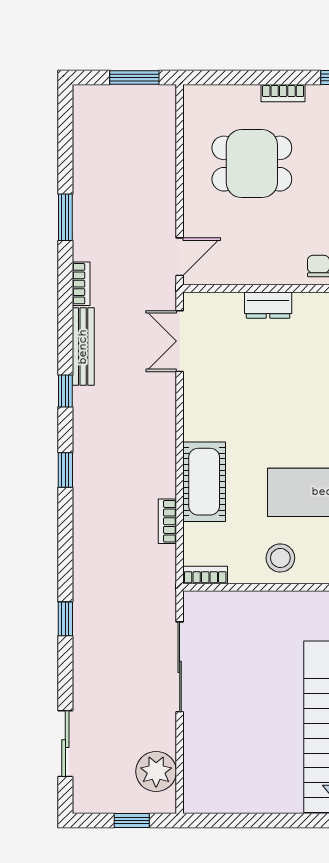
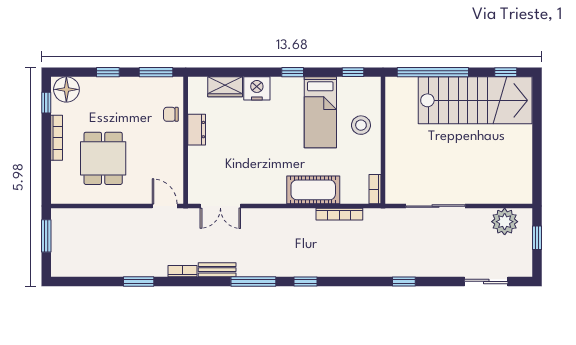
bookcase: (283, 93) -> (57, 138), width x1.56
dresser: (268, 305) -> (197, 130), moved
bench: (83, 347) -> (217, 270), width x0.73
window: (65, 391) -> (253, 281), width x2.17
bookcase: (167, 521) -> (339, 214), width x1.56
stool: (280, 558) -> (361, 125), moved

